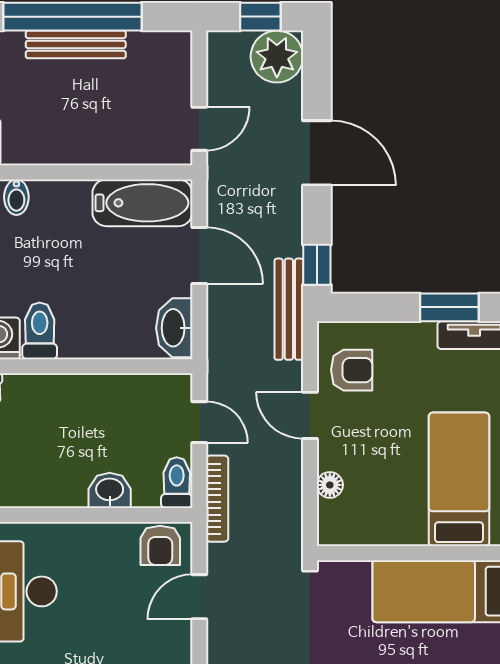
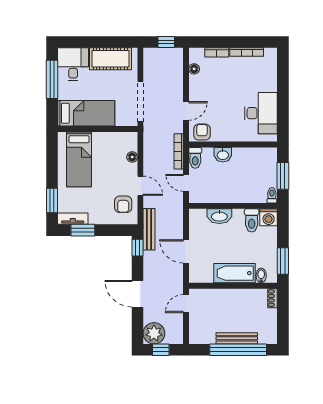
bathtub: (142, 203) -> (235, 273), moved
washbasin: (174, 328) -> (219, 216), moved, turned 90
armchair: (352, 370) -> (123, 204), turned -90

